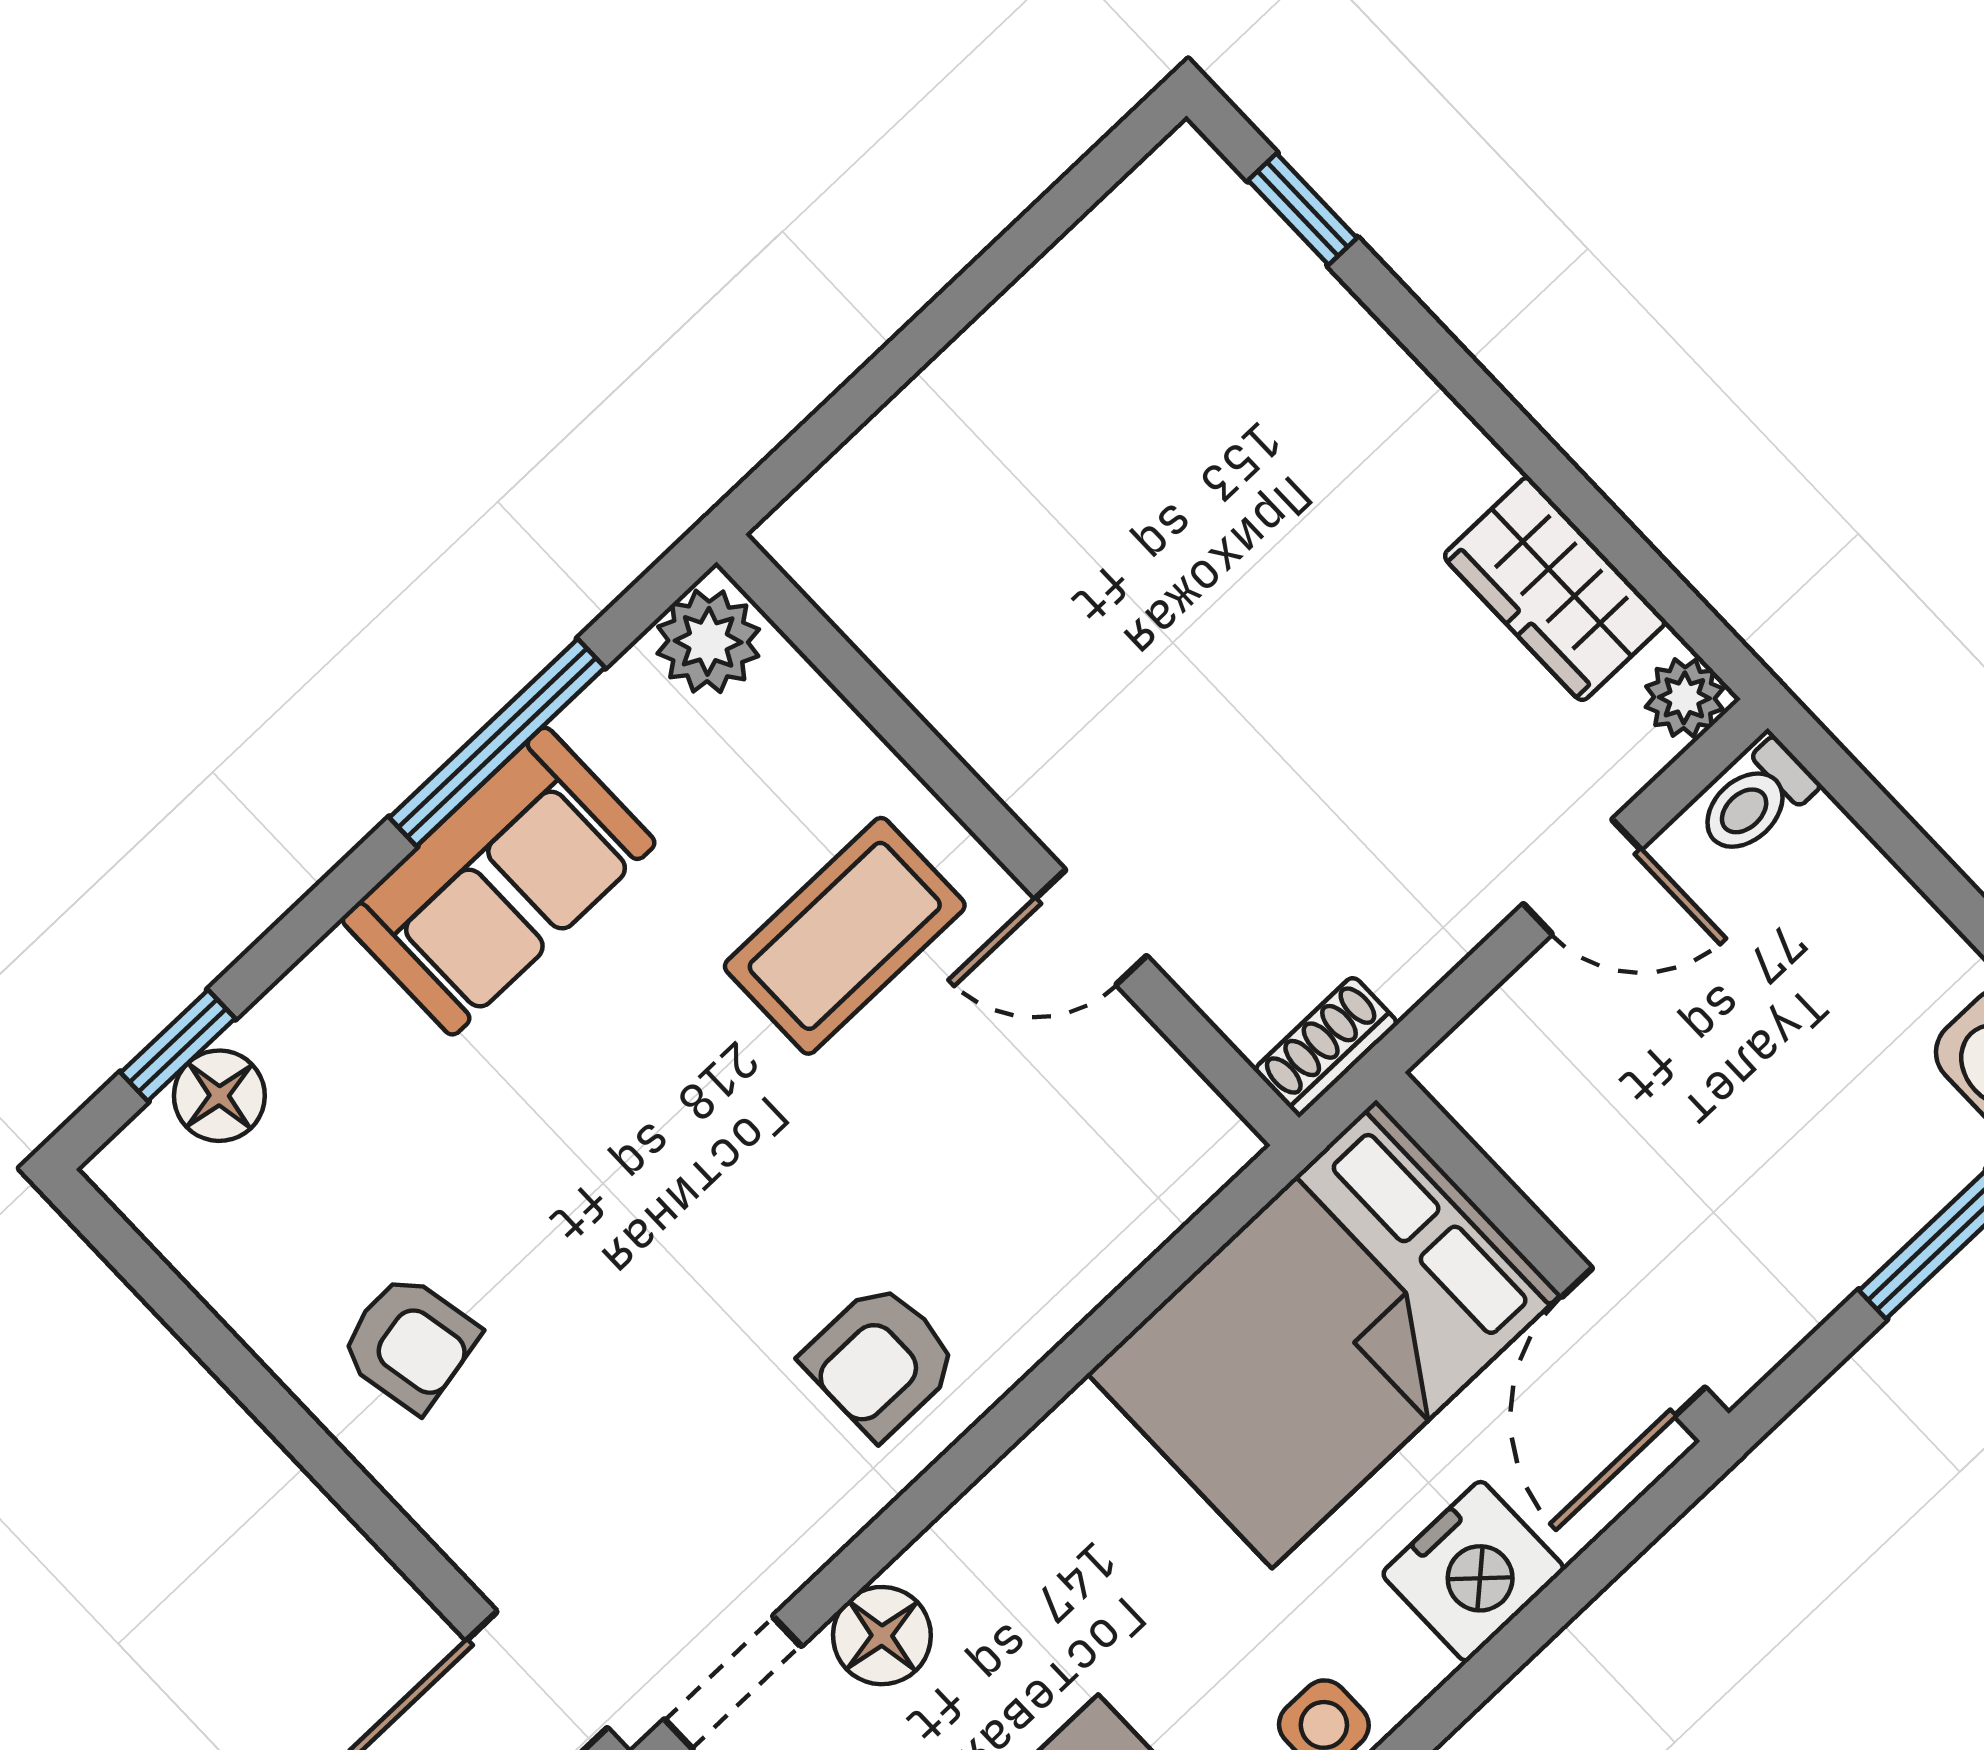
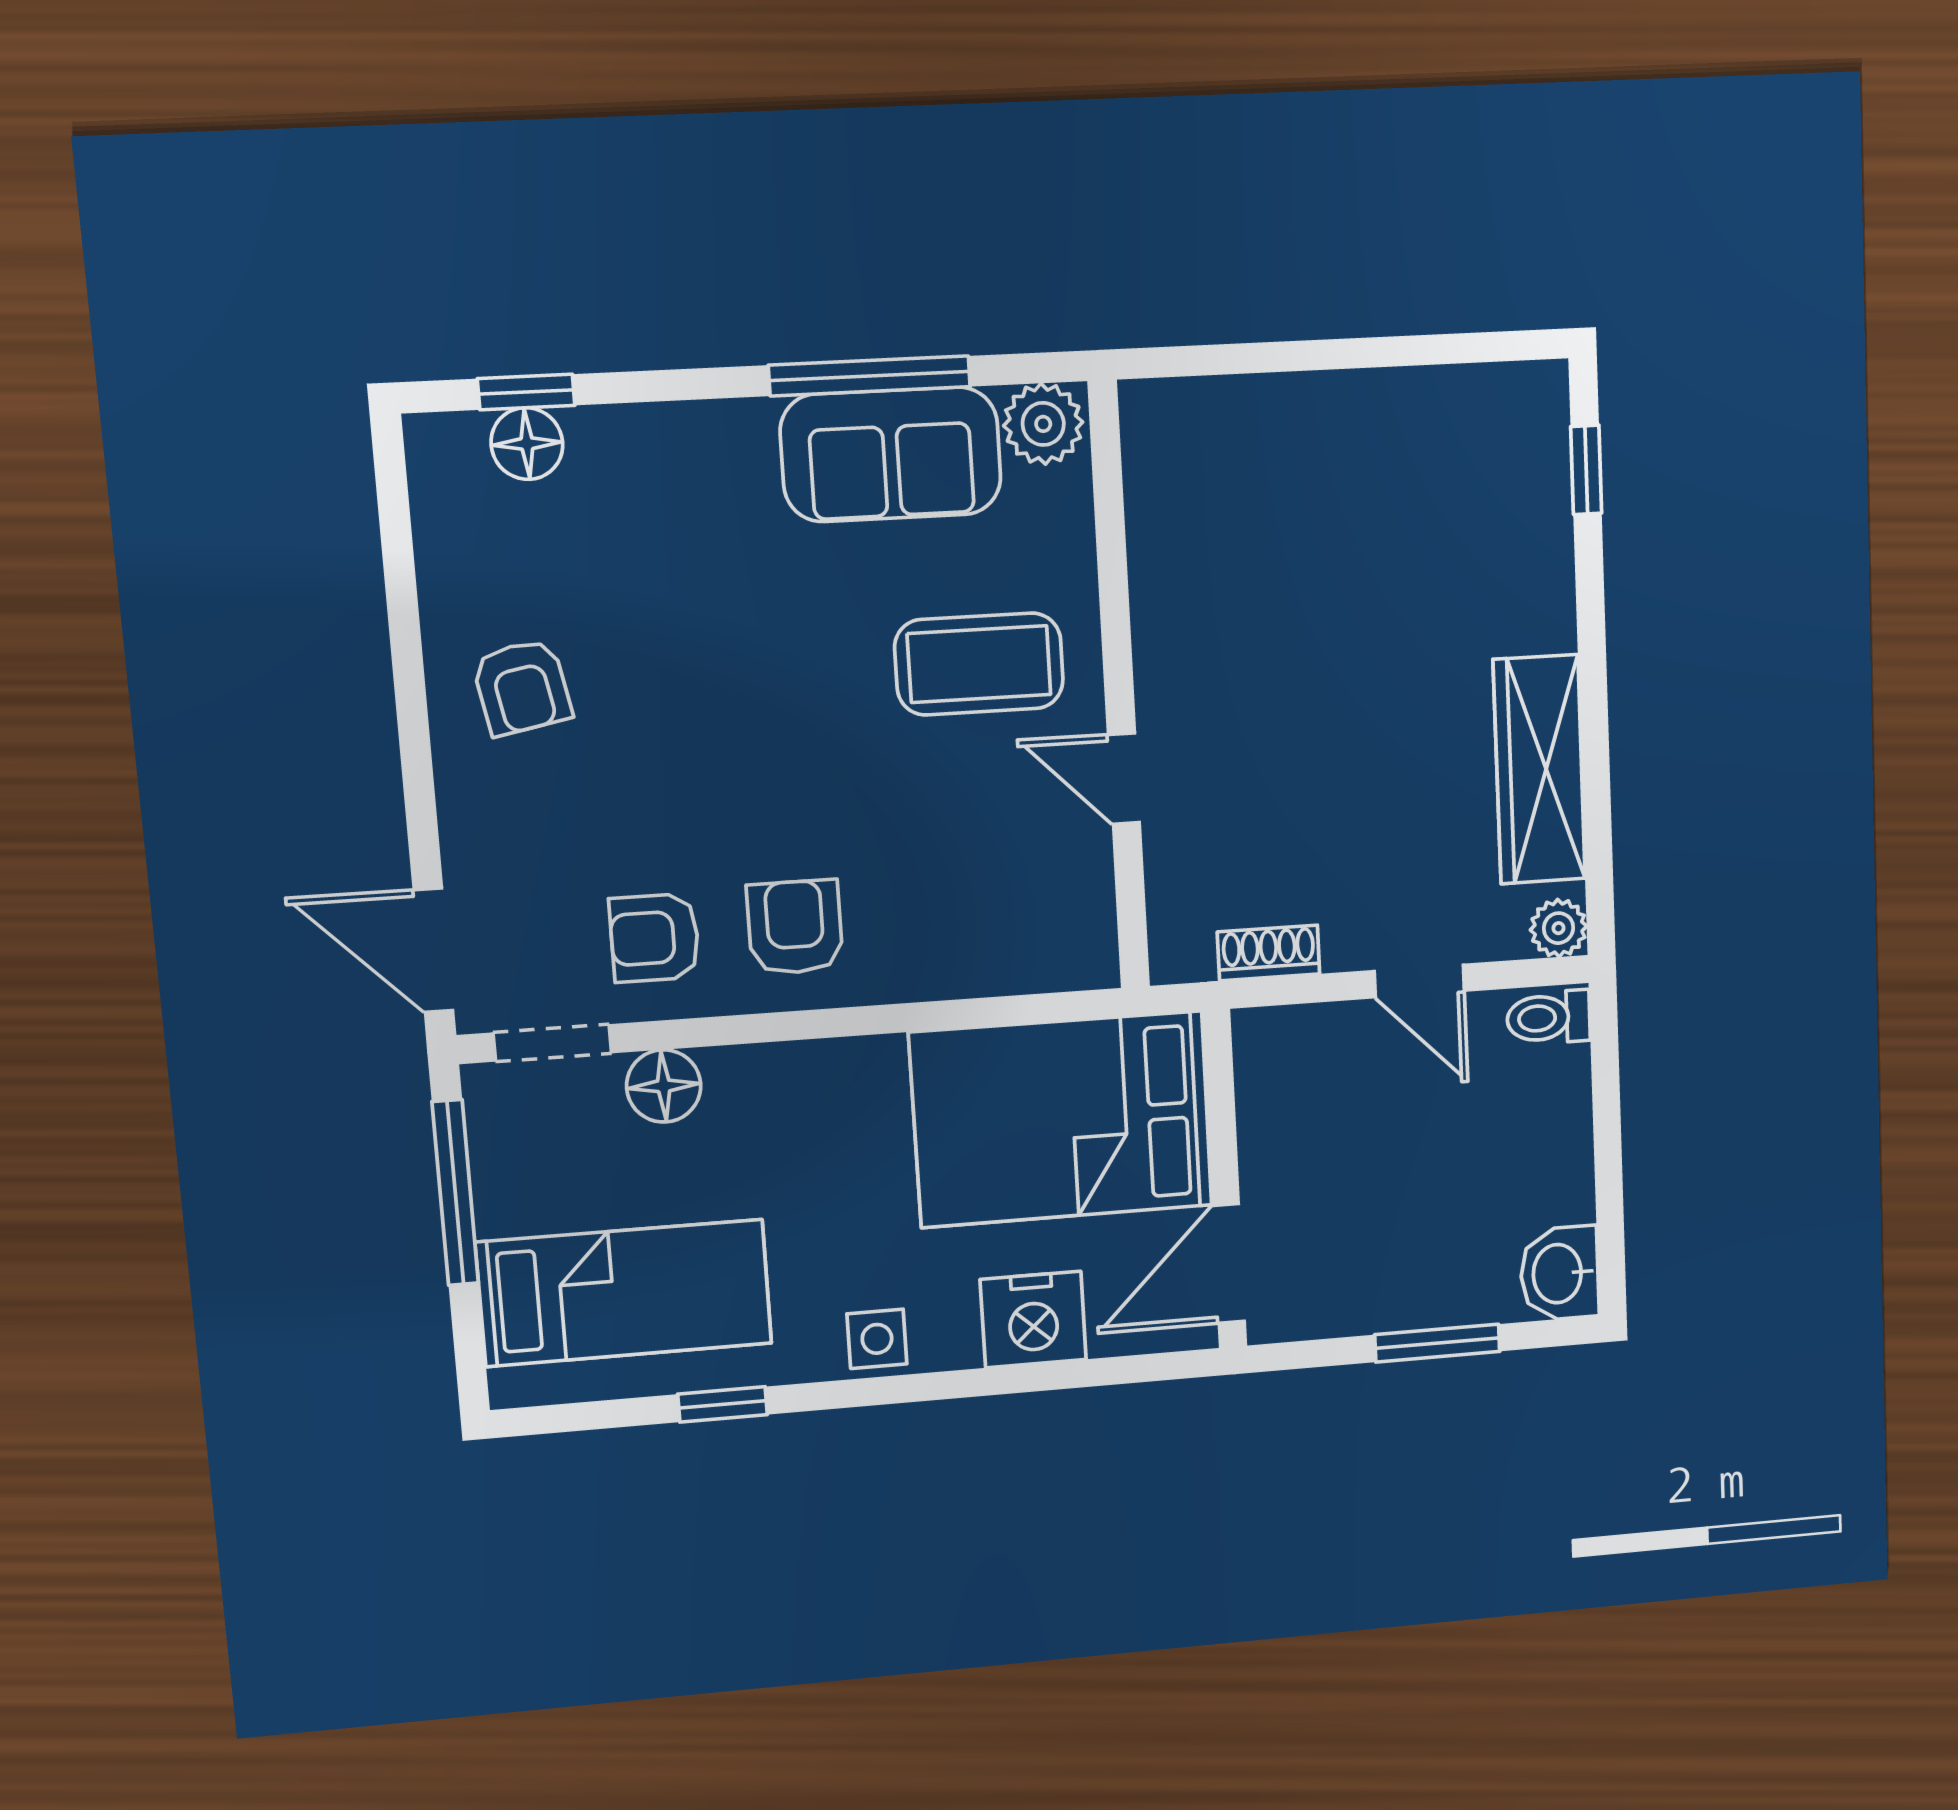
wardrobe: (1555, 589) -> (1539, 769), width x1.50
sofa: (499, 881) -> (891, 454), moved
shoe rack: (1326, 1046) -> (1269, 953), moved
armchair: (881, 1361) -> (795, 927), turned 90
armchair: (747, 1489) -> (655, 938), added

